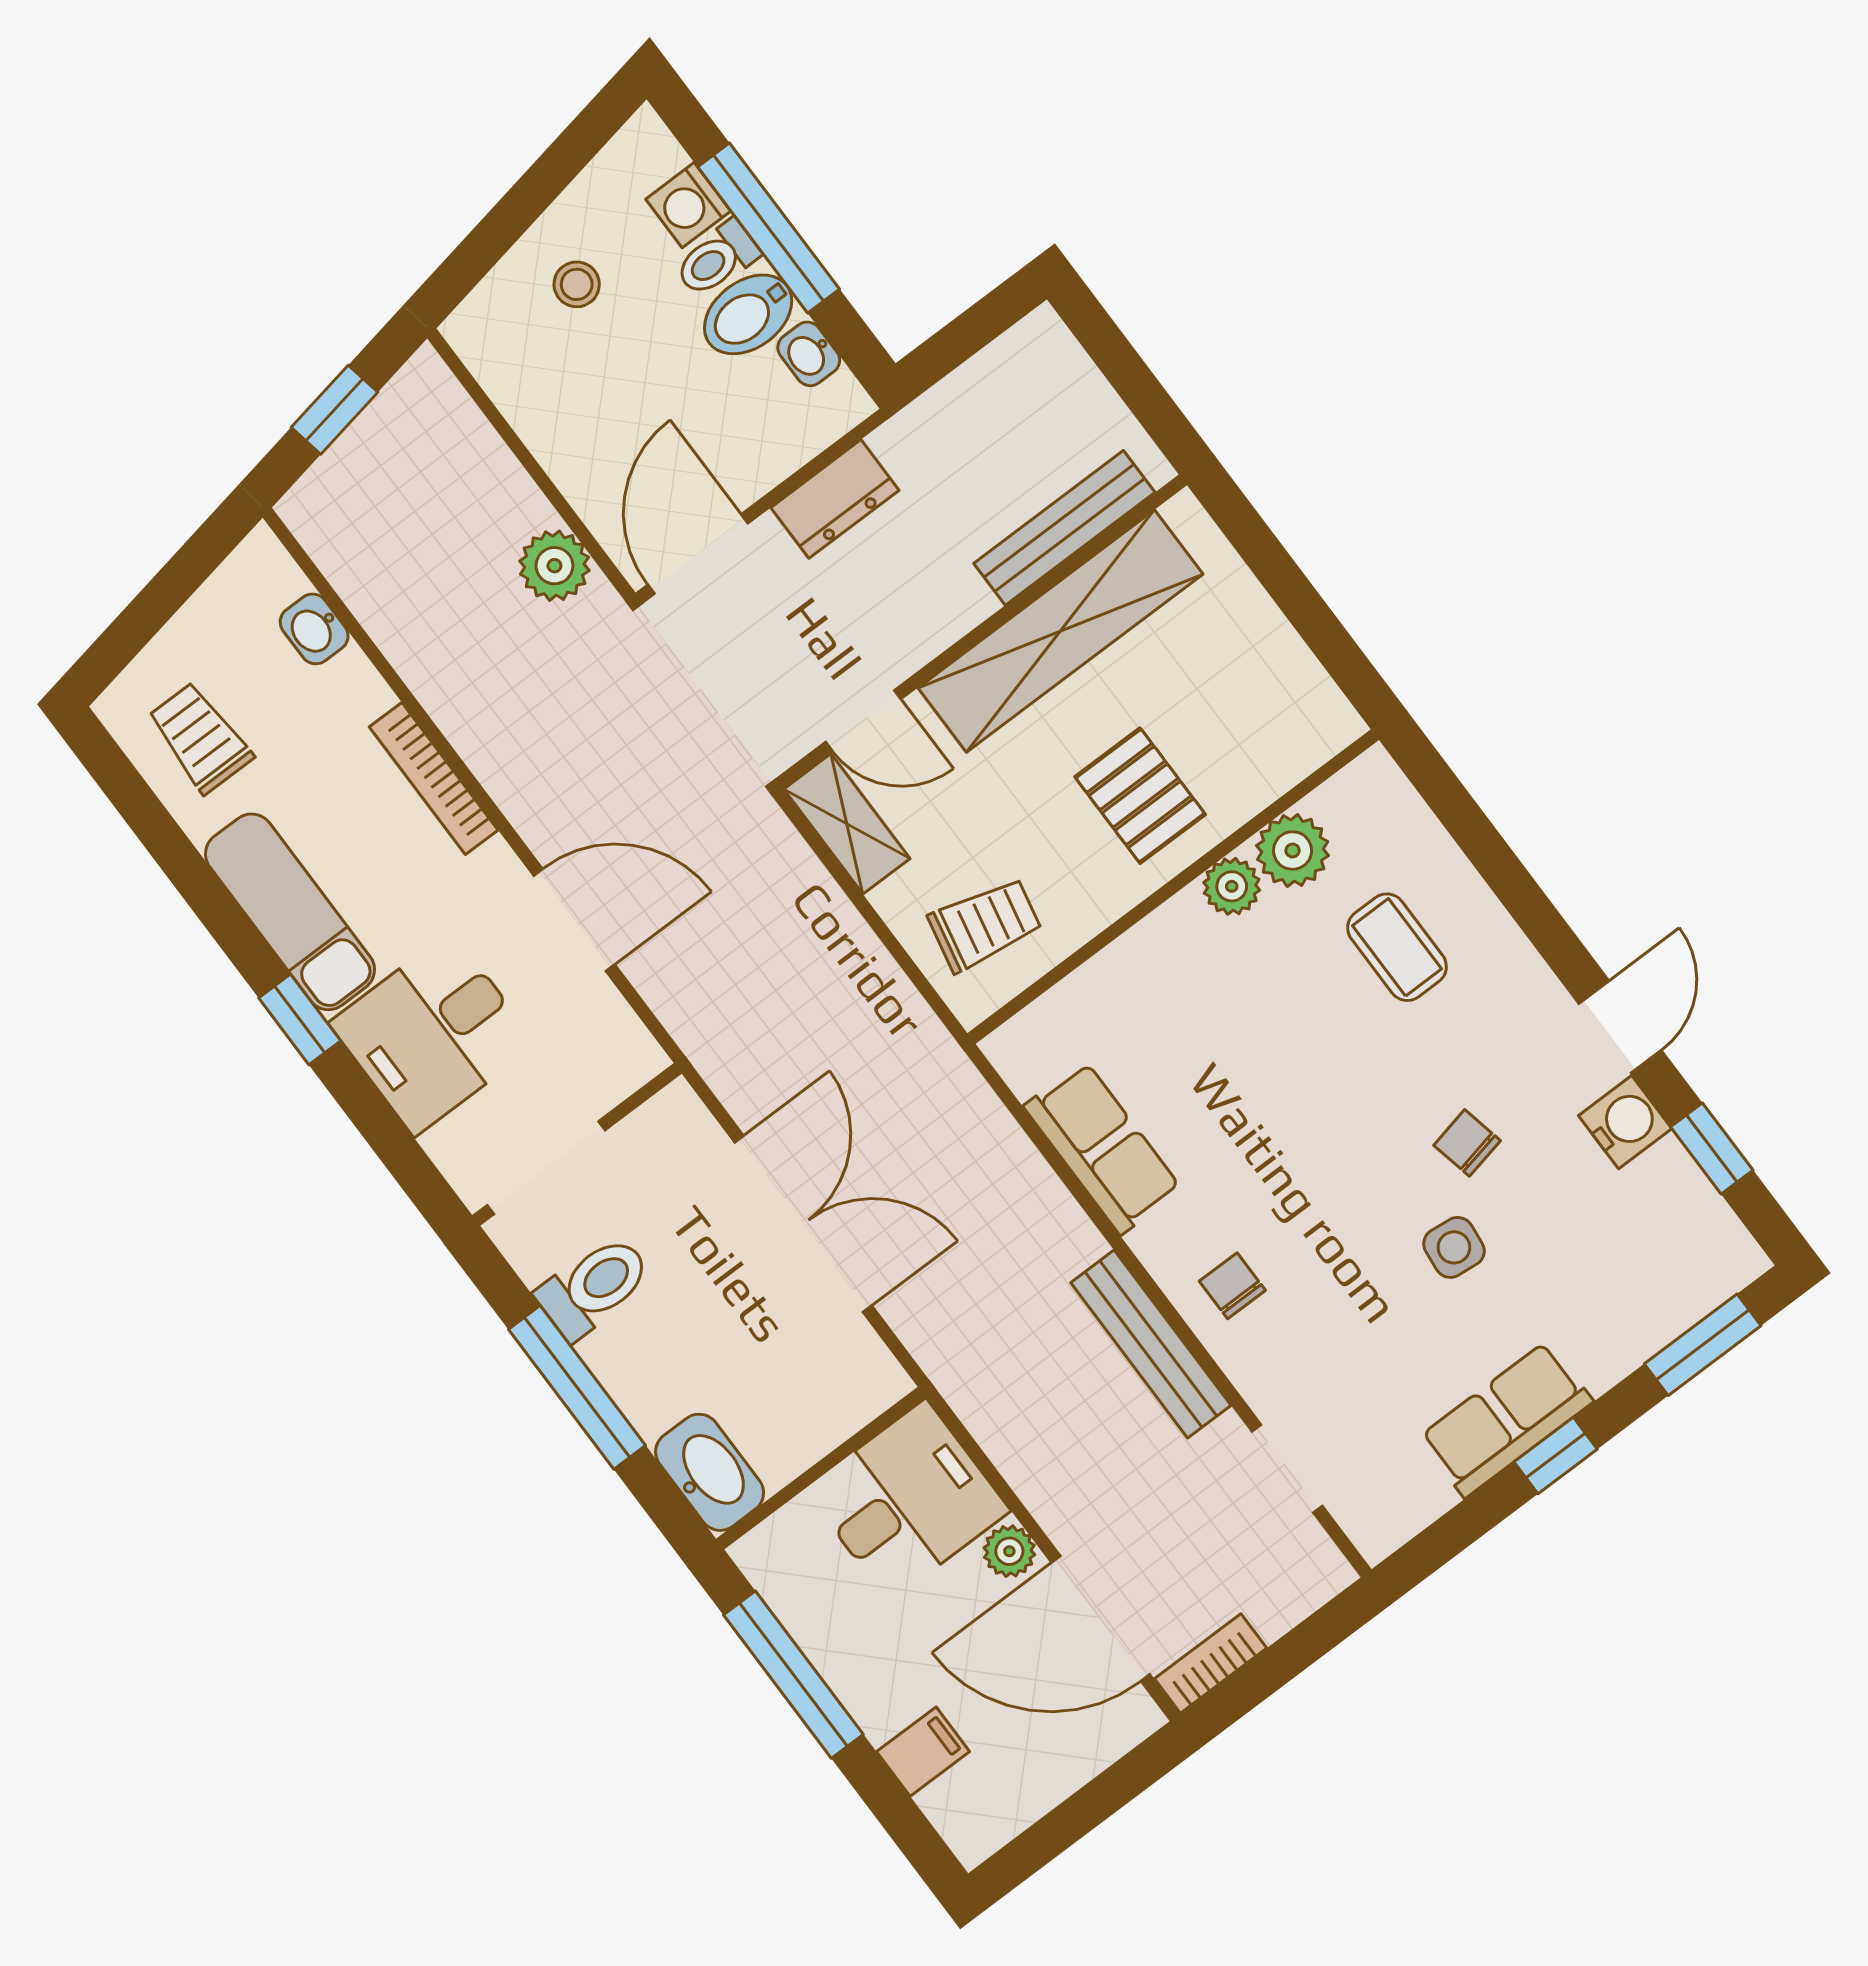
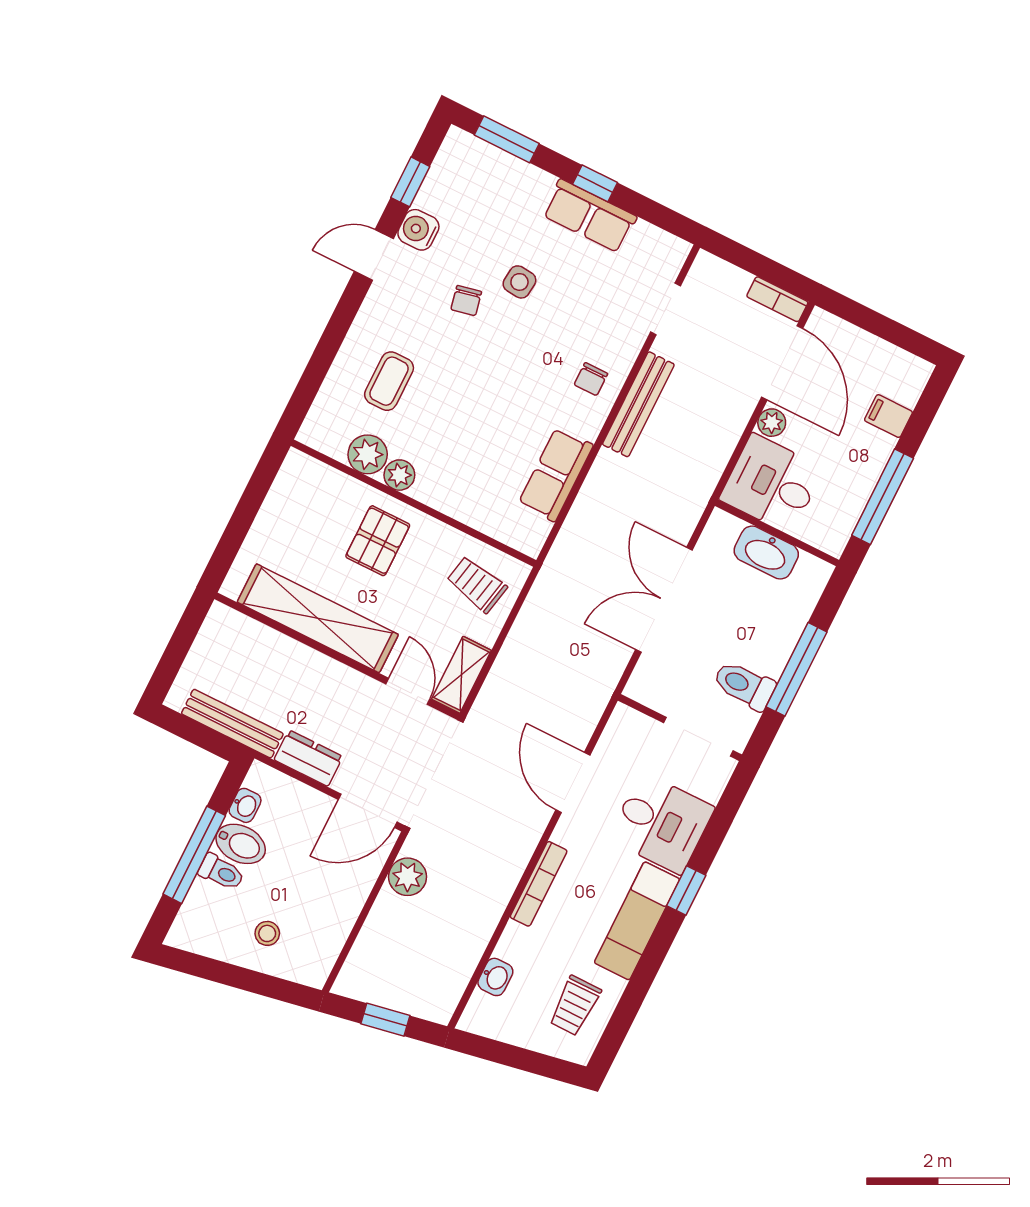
washing machine: (688, 205) -> (203, 899), removed
bench: (1064, 528) -> (232, 724), moved
washbasin: (710, 1472) -> (766, 552), moved, turned -90

